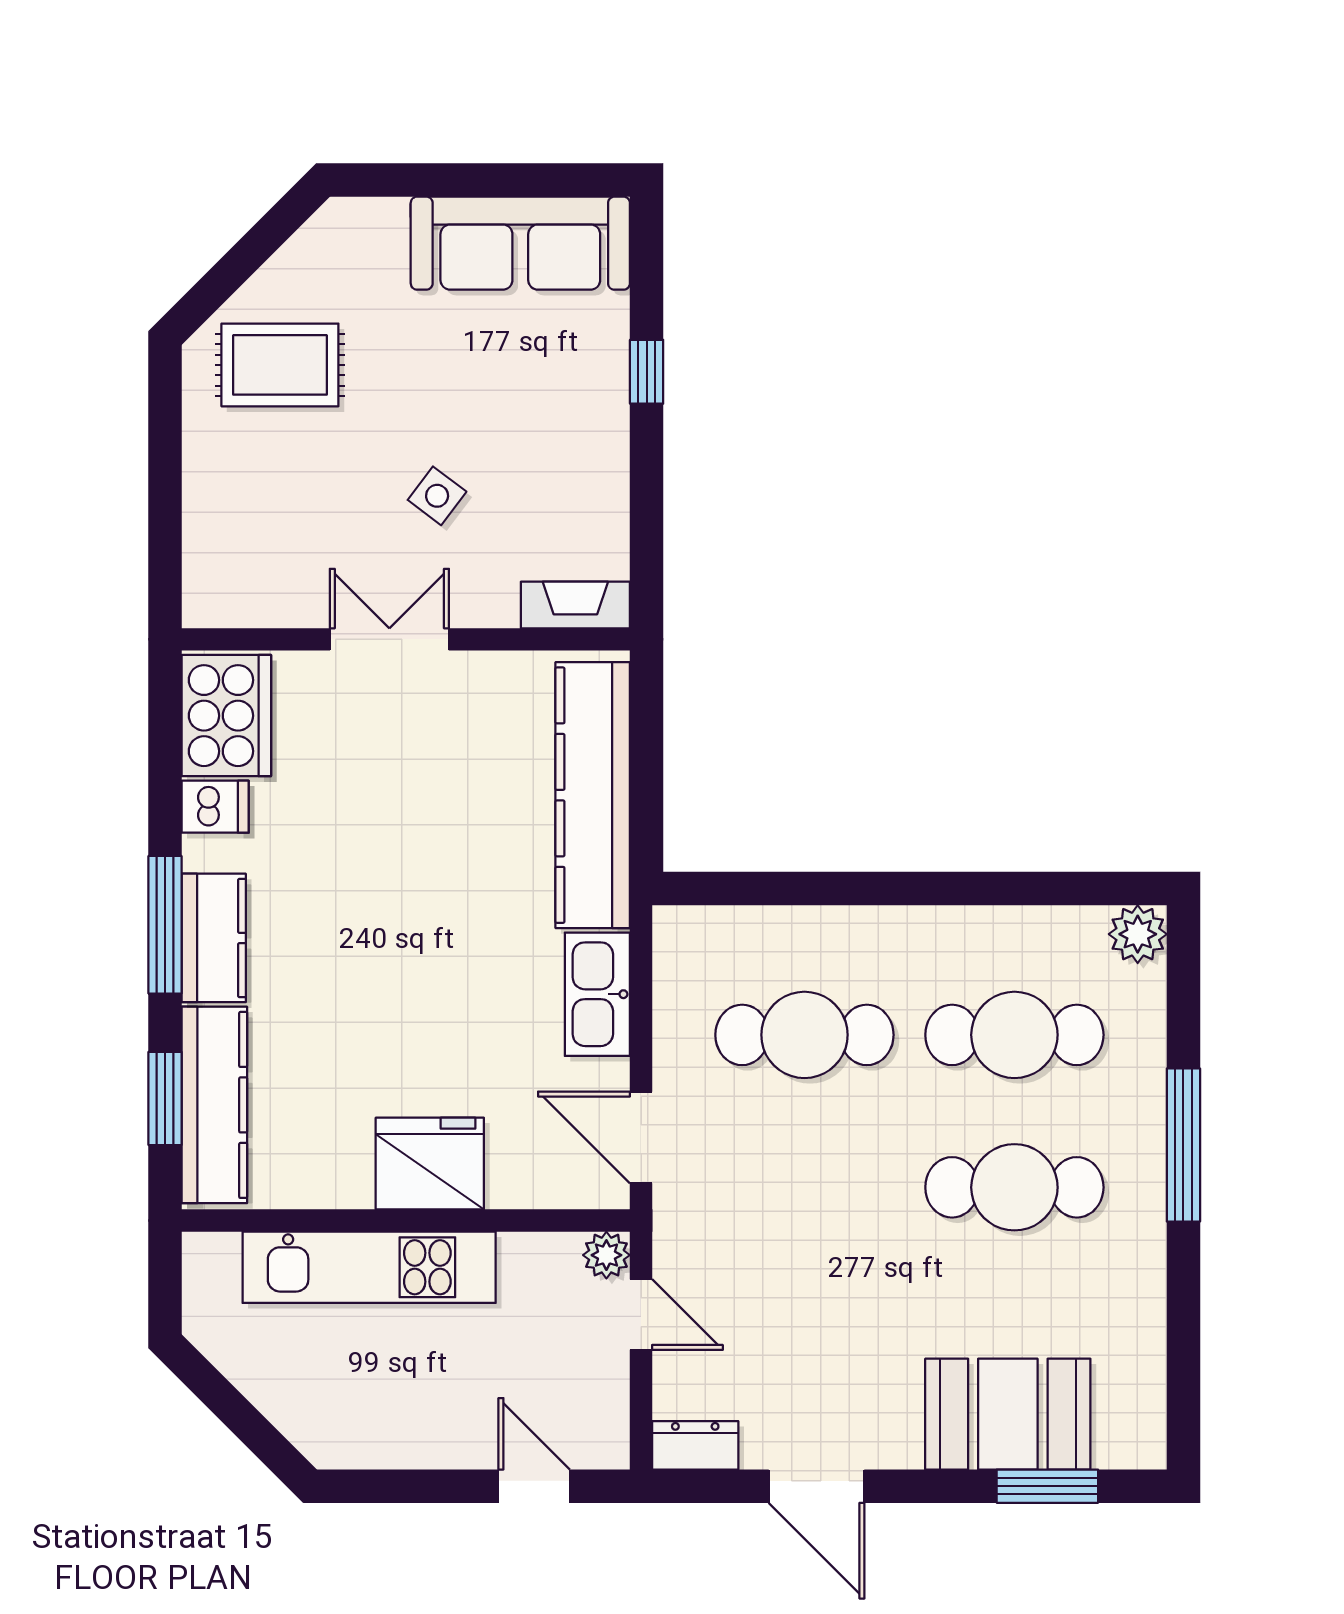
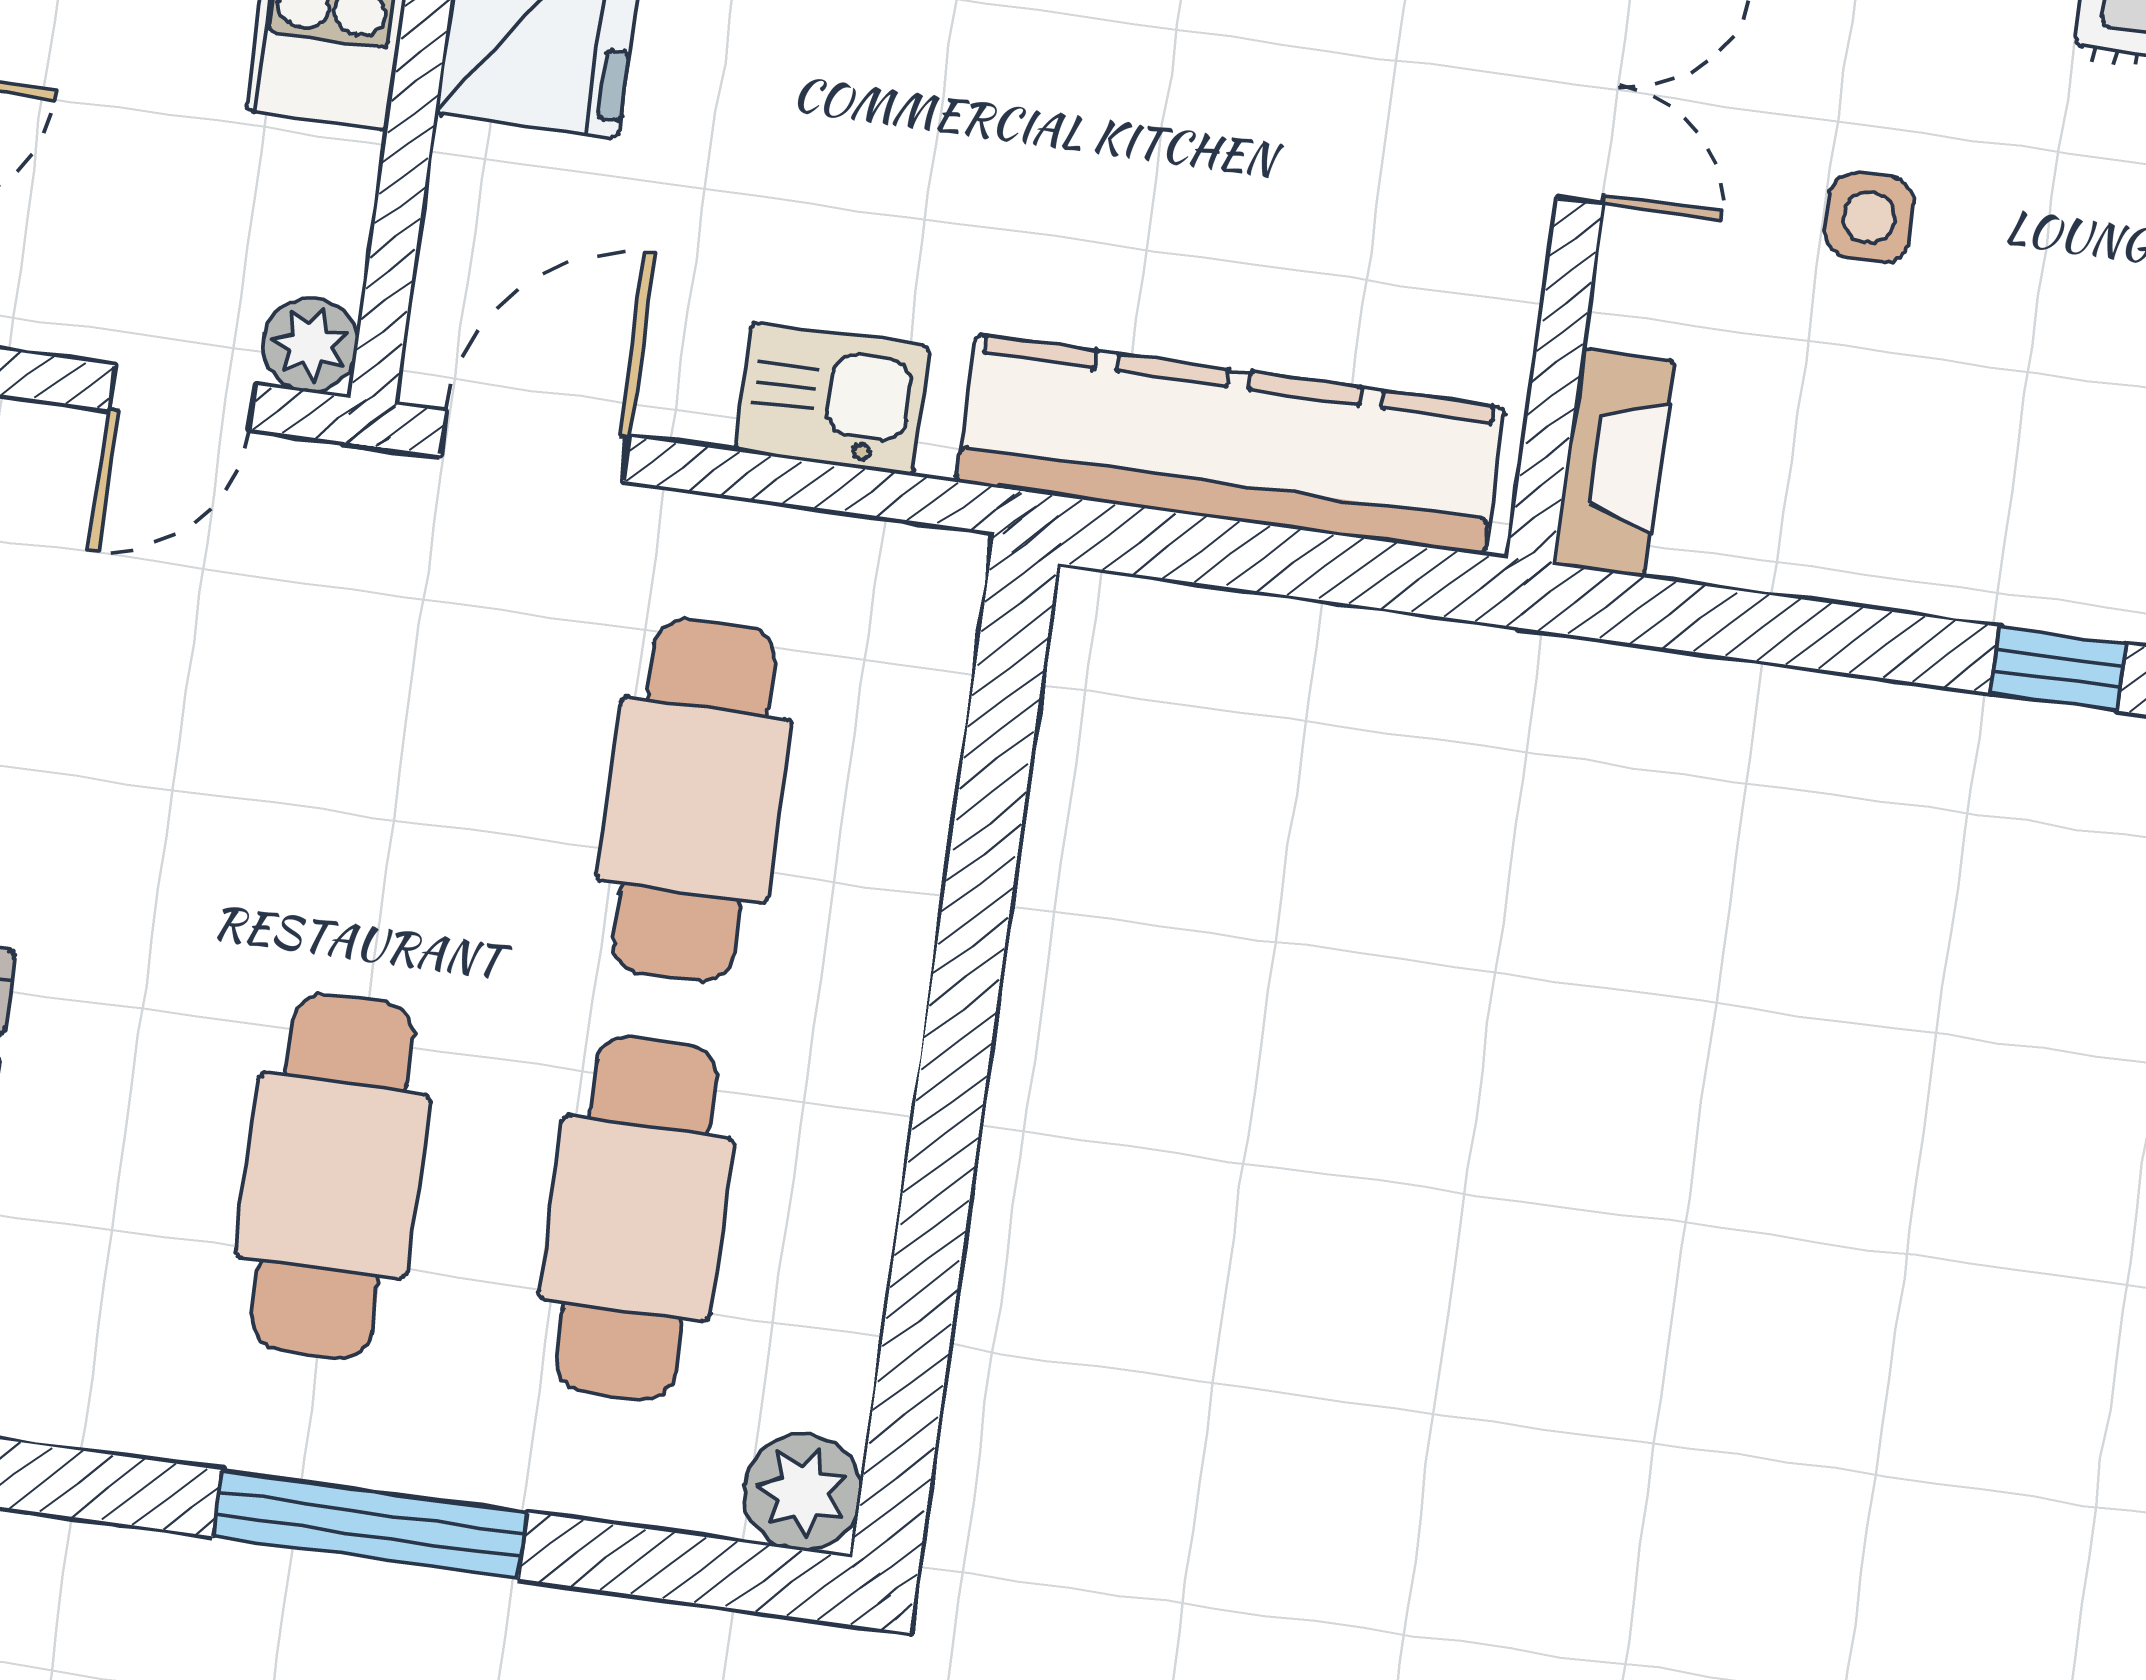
side table: (437, 496) -> (1869, 217), turned -37
kitchen sink: (597, 994) -> (832, 399), width x0.73

